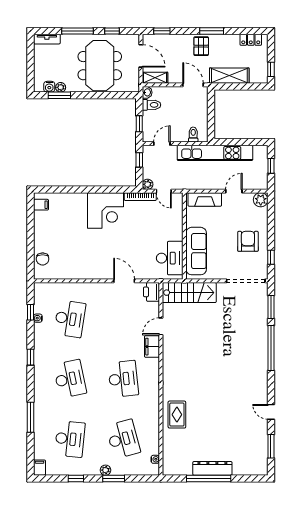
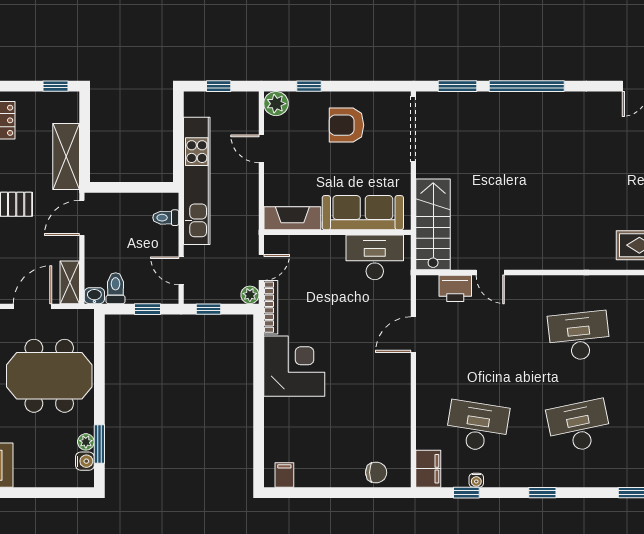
fireplace: (205, 199) -> (292, 218), moved, turned -90
window: (271, 257) -> (309, 86), moved
printer: (151, 292) -> (455, 288), moved
filing cabinet: (152, 347) -> (428, 469), moved, turned -90

